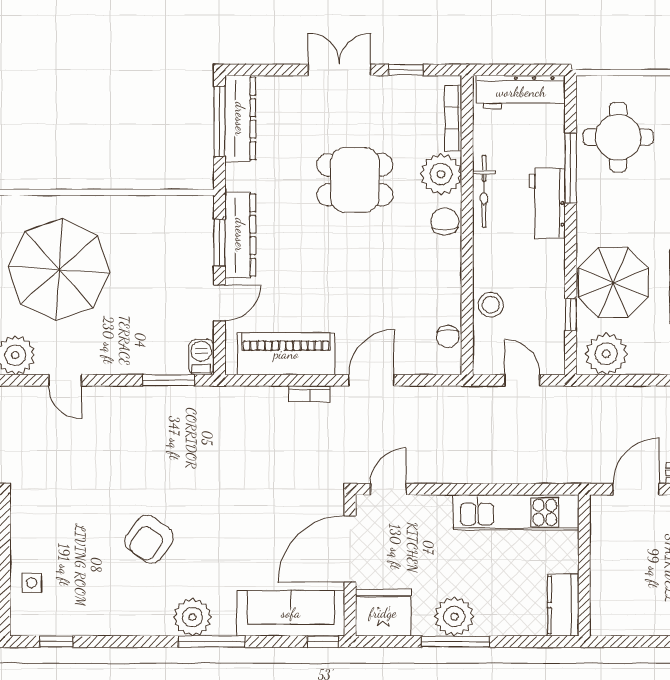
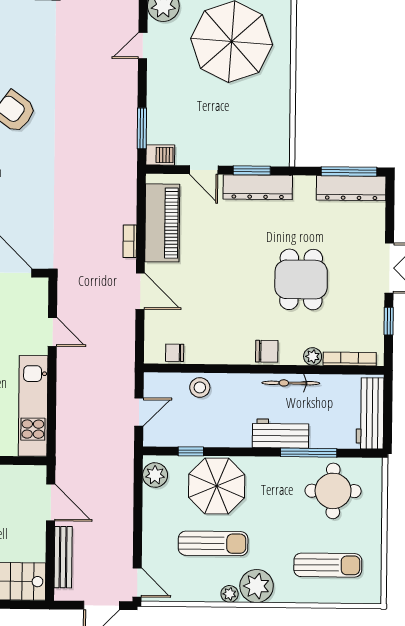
plant: (441, 174) -> (313, 356), width x0.53, depth x0.53
plant: (606, 354) -> (155, 475), width x0.73, depth x0.73
door: (388, 489) -> (52, 332), moved

